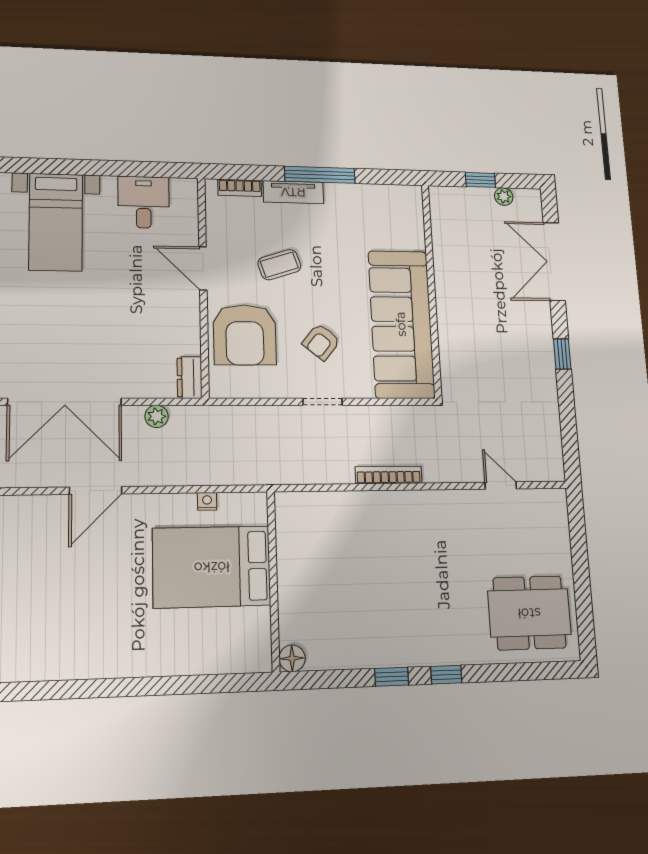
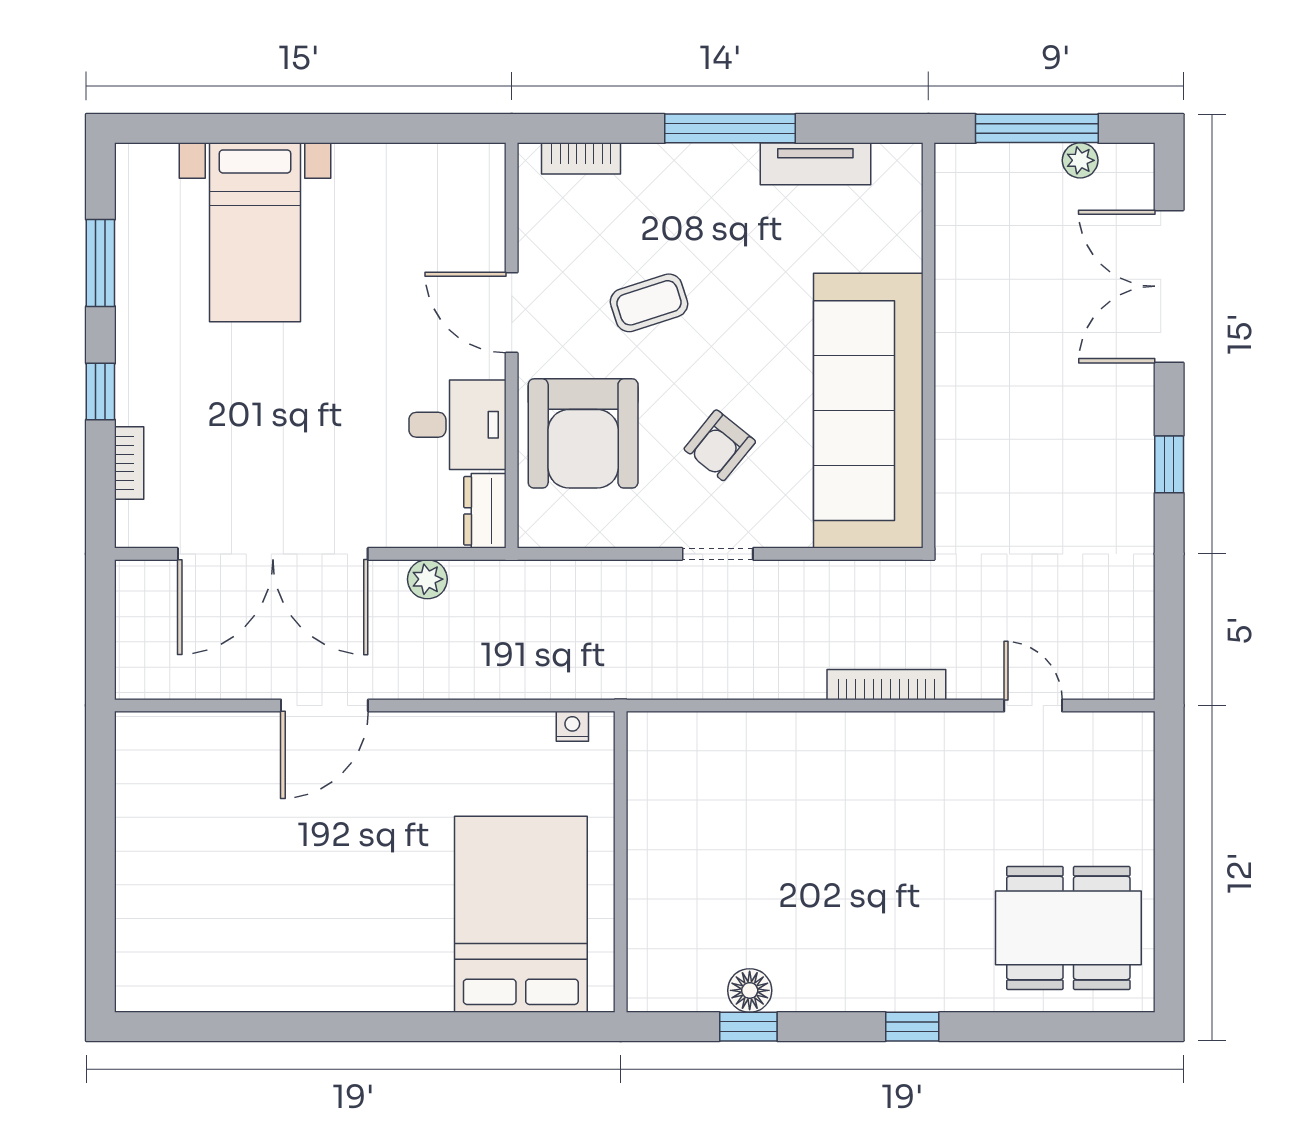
window: (480, 180) -> (1037, 128), width x2.17
tv unit: (293, 192) -> (815, 164), moved
desk: (144, 202) -> (457, 425), moved, turned 90
bookcase: (389, 475) -> (886, 685), moved
nightstand: (207, 501) -> (572, 726), moved
bed: (212, 567) -> (521, 914), moved, turned 90
floor lamp: (292, 658) -> (750, 990), moved
window: (392, 677) -> (748, 1027), moved

